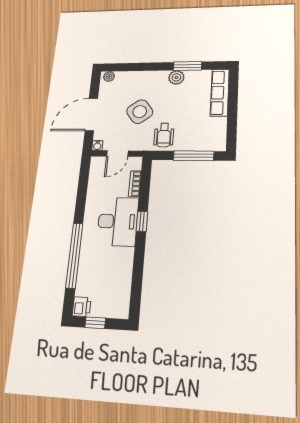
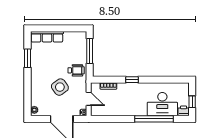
plant: (176, 77) -> (36, 65), removed
desk: (118, 221) -> (162, 104), moved, turned 180

